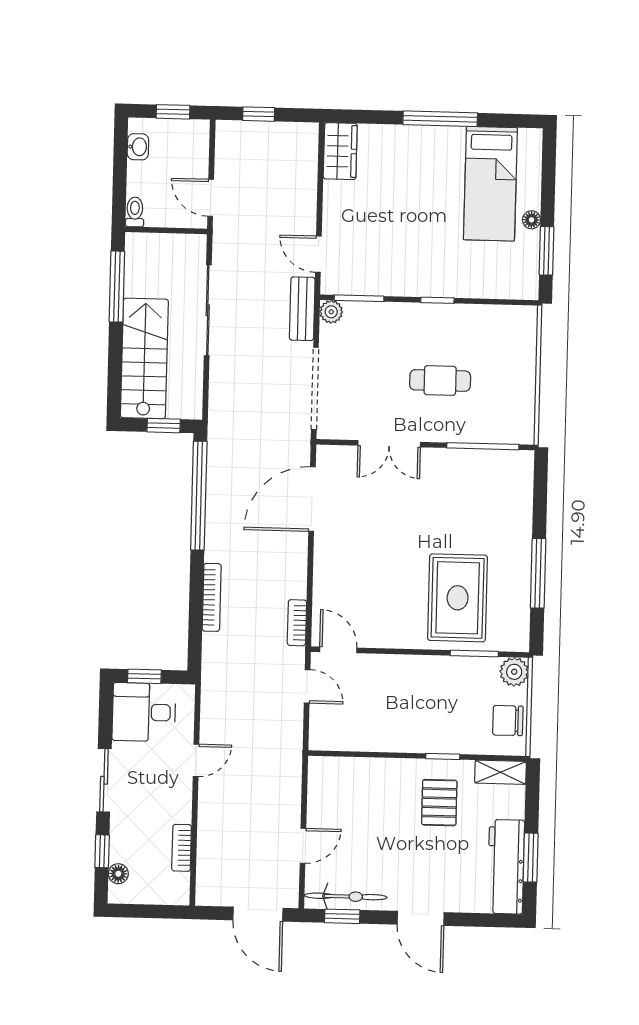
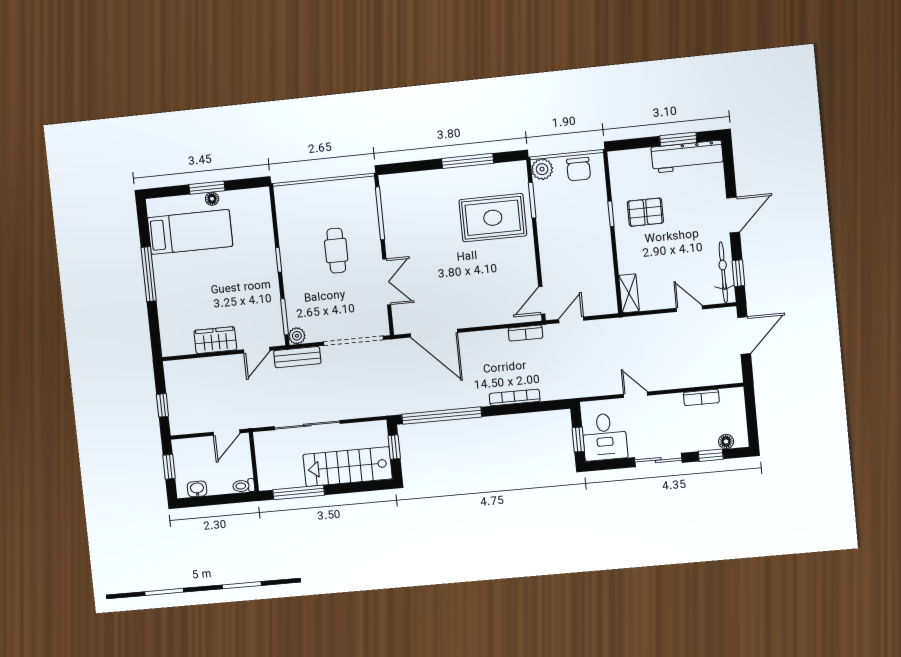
wardrobe: (340, 151) -> (215, 340), moved
window: (547, 251) -> (207, 188), moved
shelving: (500, 772) -> (629, 293), moved

